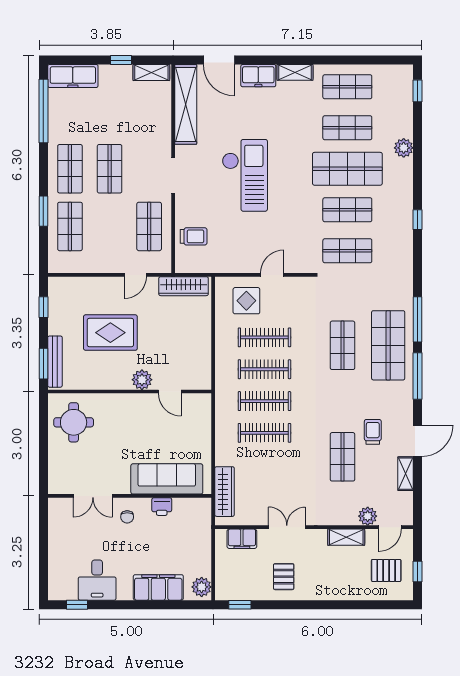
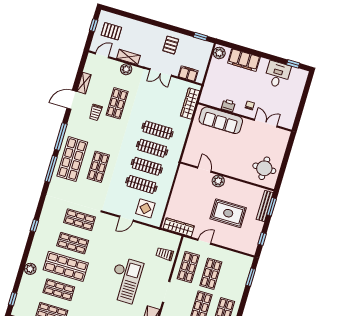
checkout: (245, 175) -> (125, 280), turned 180
window: (43, 211) -> (251, 277), moved
shop shelf: (70, 226) -> (211, 274), moved
plant: (368, 516) -> (126, 69), moved

